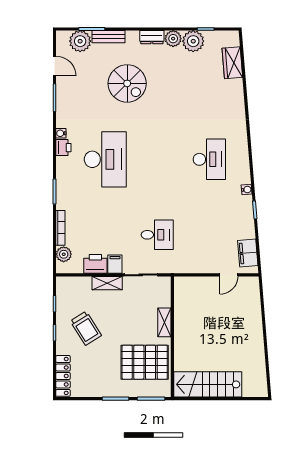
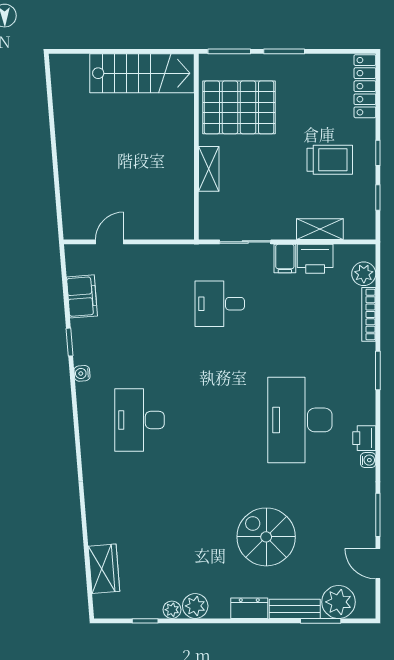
dresser: (152, 37) -> (249, 608), moved
plant: (193, 41) -> (172, 610), width x0.53, depth x0.53
filing cabinet: (248, 253) -> (82, 296), moved
shelving: (107, 283) -> (320, 229), moved
trolley: (86, 328) -> (330, 160), turned 122

